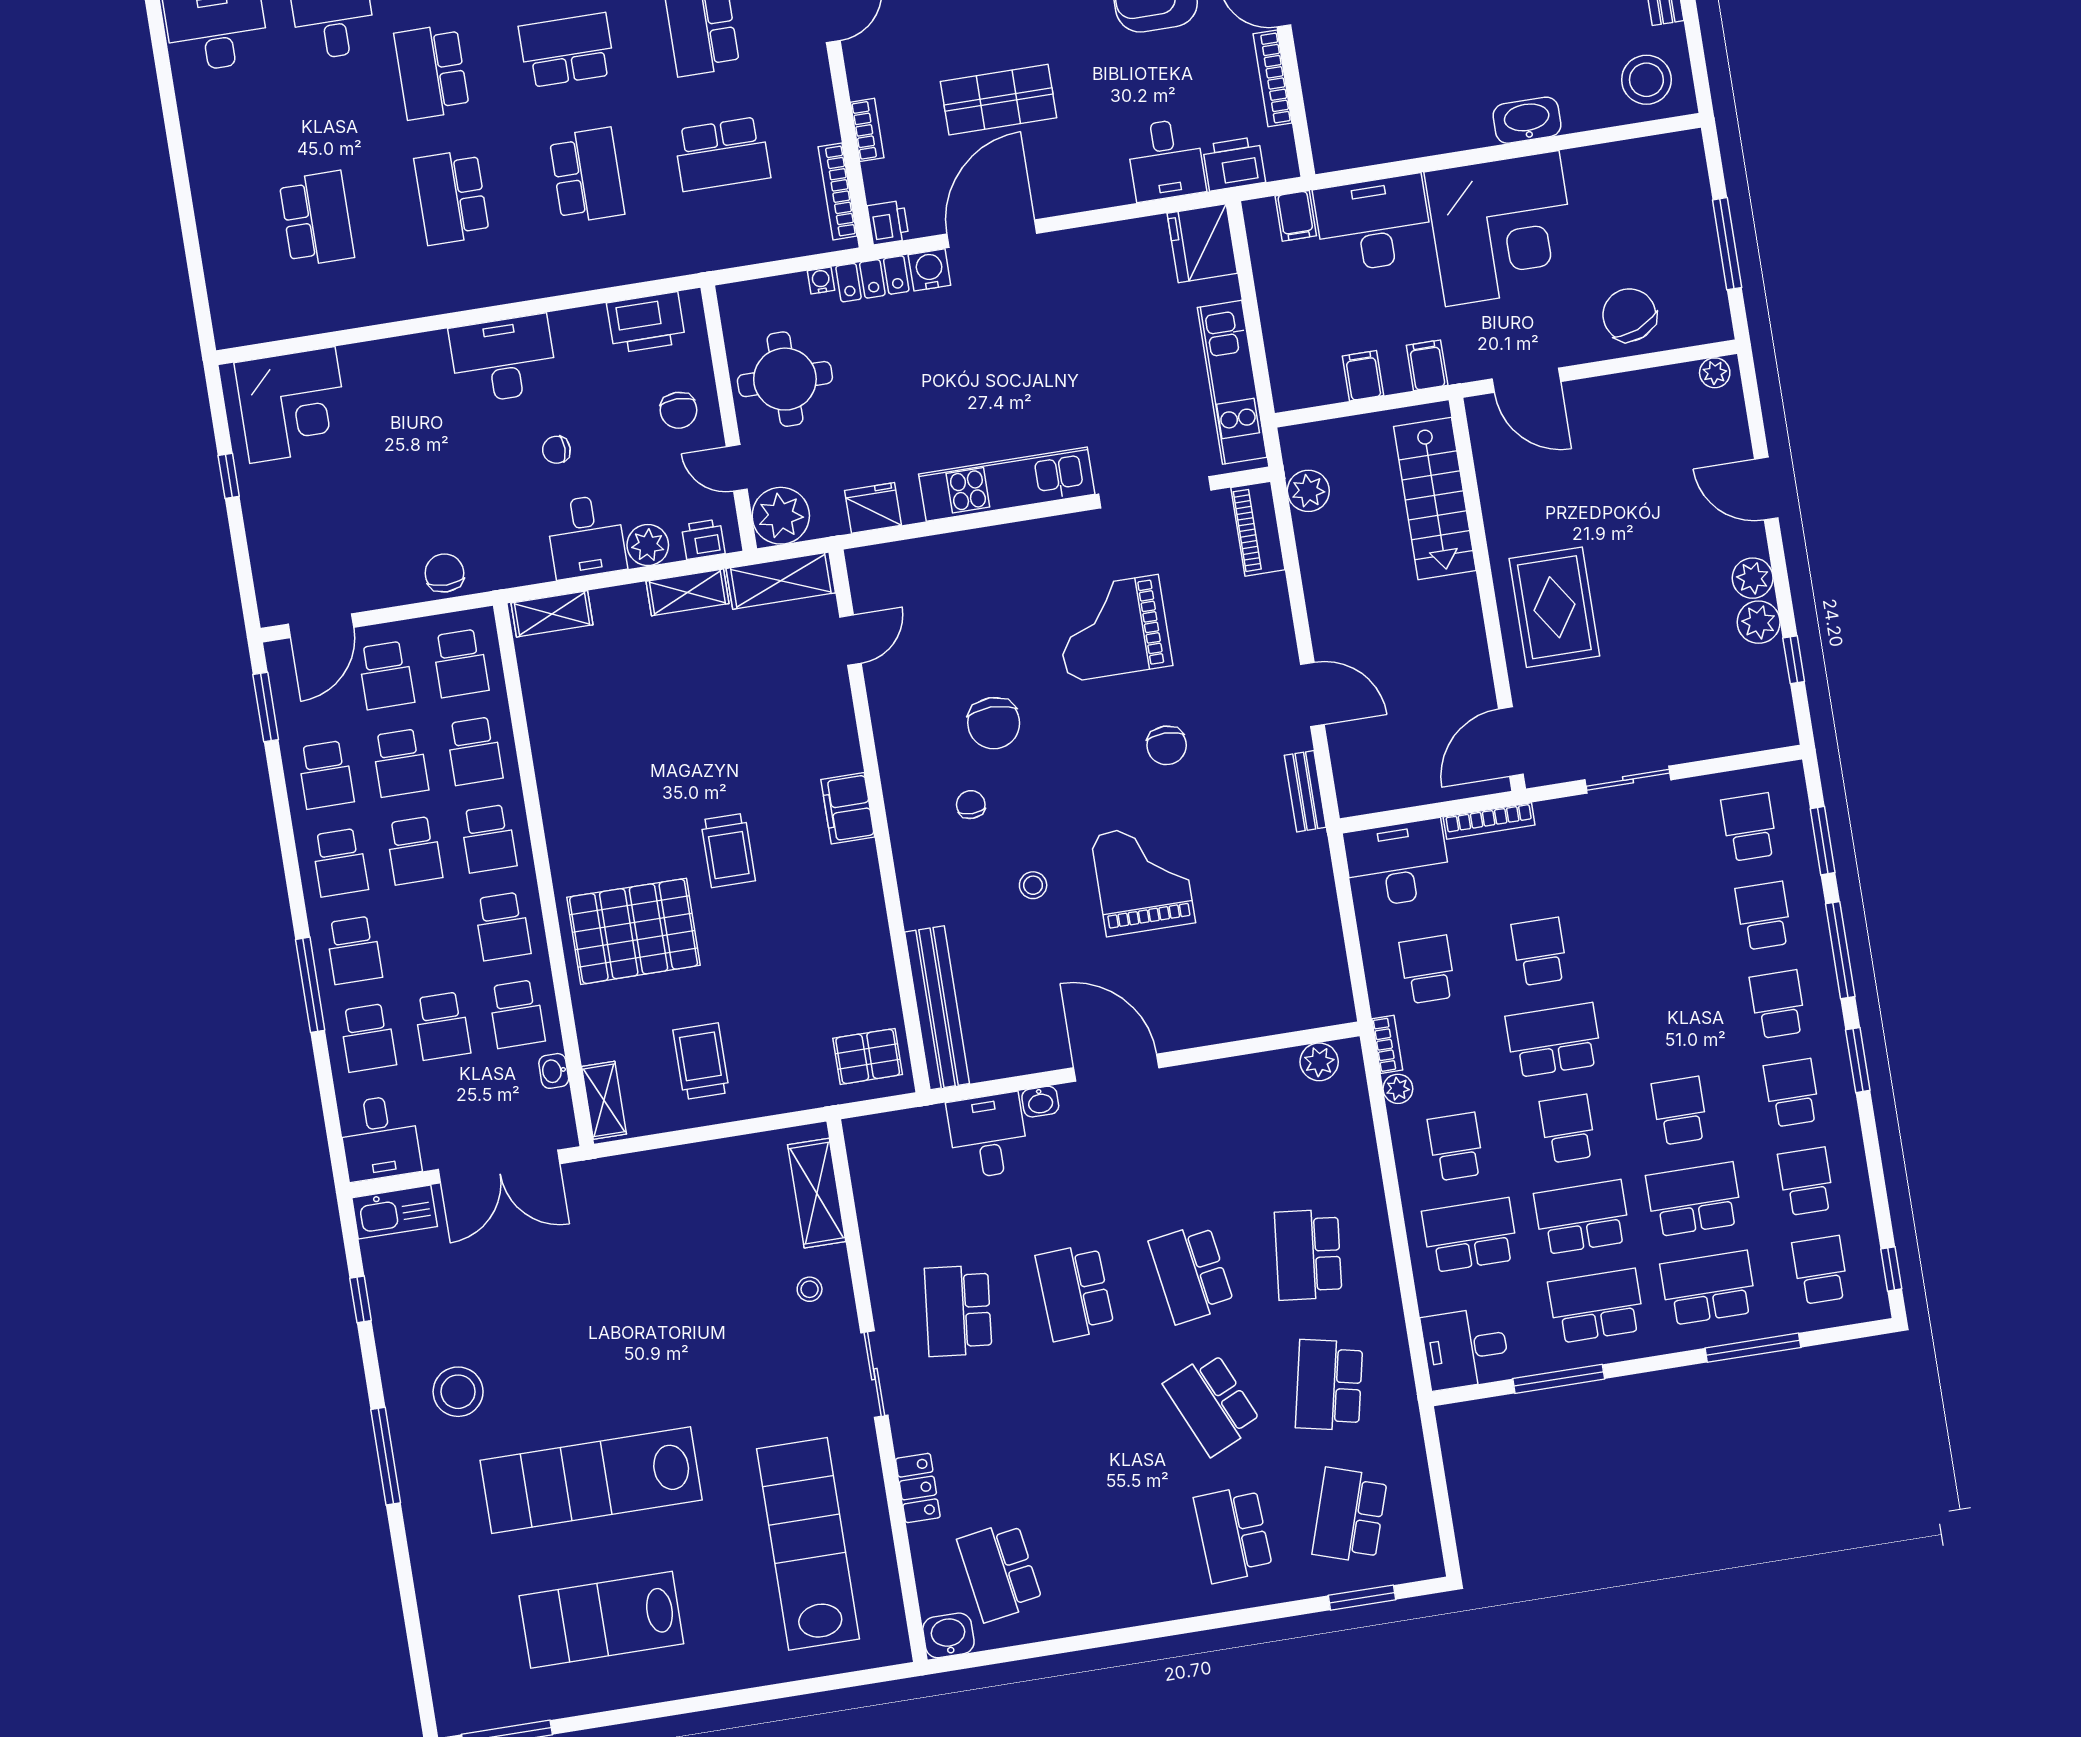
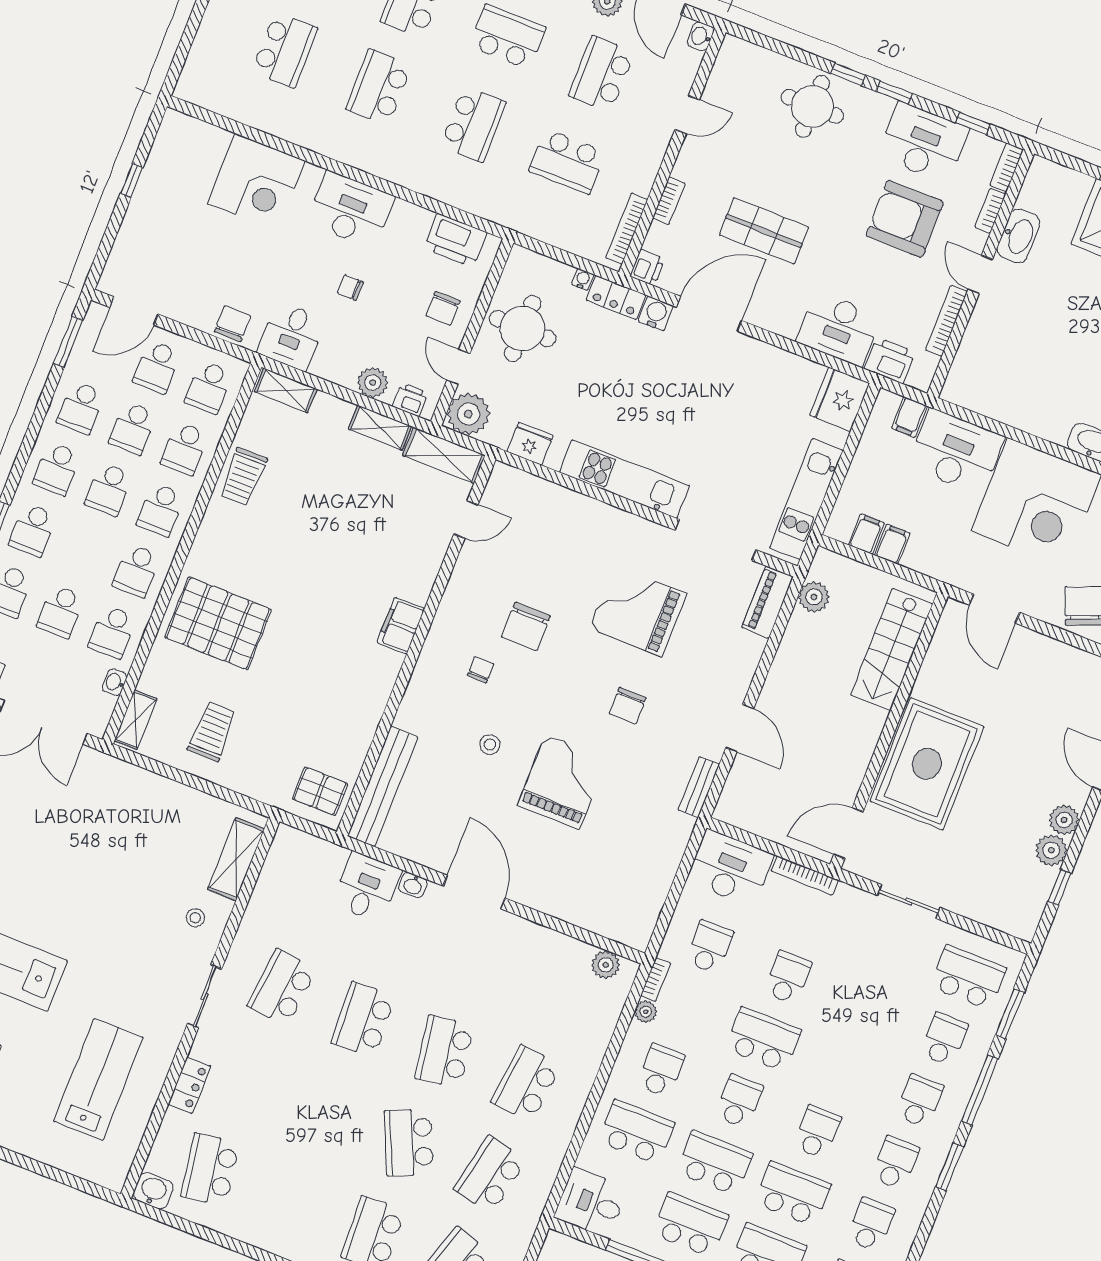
desk: (1166, 160) -> (839, 329), width x1.37
filing cabinet: (1427, 365) -> (866, 534), moved
corner desk: (292, 405) -> (256, 182), moved
desk: (586, 536) -> (291, 336), moved
rug: (1554, 607) -> (927, 764), width x1.37, depth x1.44
school desk: (1749, 827) -> (968, 977), width x1.85
trolley: (728, 850) -> (243, 477), moved
lab bench: (808, 1544) -> (98, 1079), width x0.73

